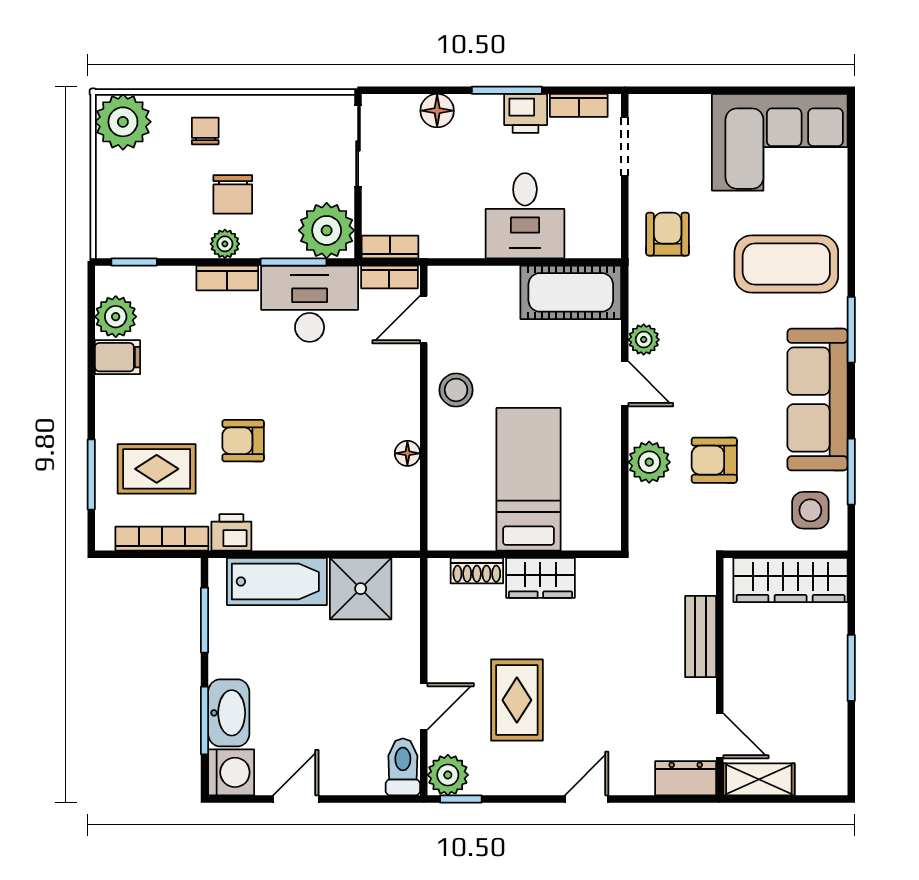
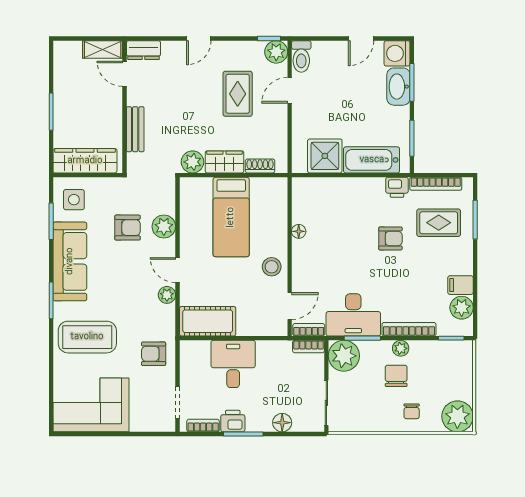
armchair: (668, 234) -> (154, 354), turned 90
bookcase: (227, 278) -> (409, 329), width x1.56
plant: (598, 578) -> (193, 162), added

